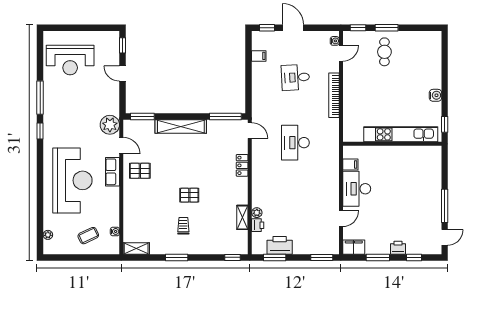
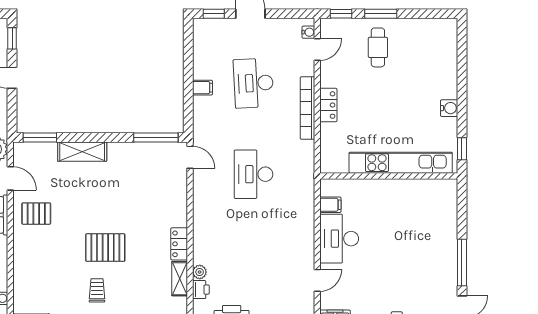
filing cabinet: (259, 56) -> (202, 88), moved
desk: (295, 77) -> (254, 83), width x1.37
locker: (349, 93) -> (328, 105), added
shelving: (181, 127) -> (82, 152), width x0.68
locker: (242, 165) -> (179, 244), moved
pallet: (189, 195) -> (105, 248), width x1.50, depth x1.42

